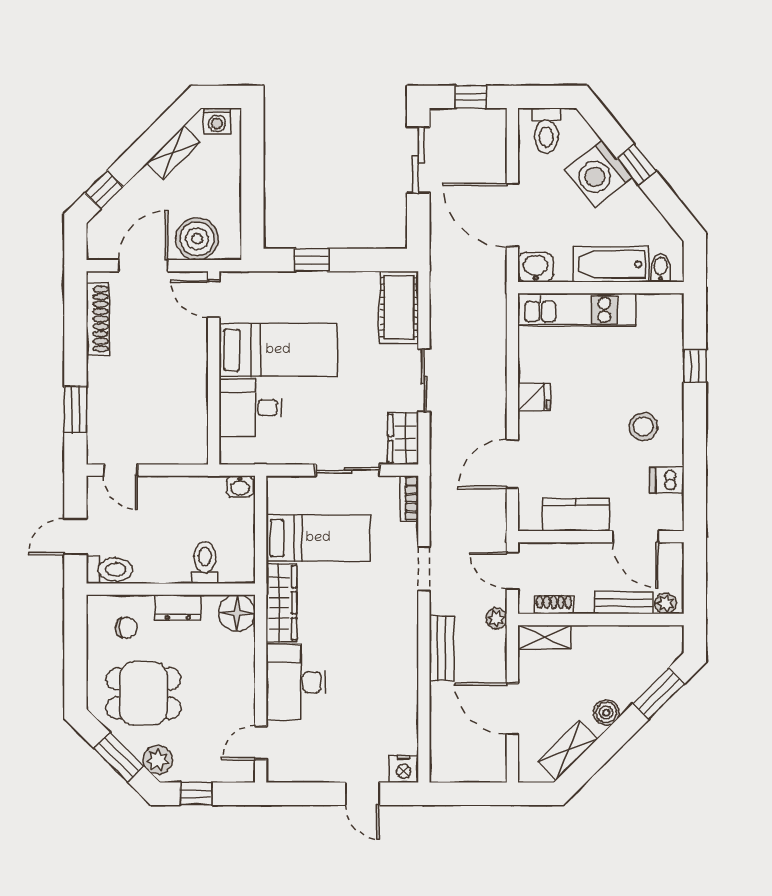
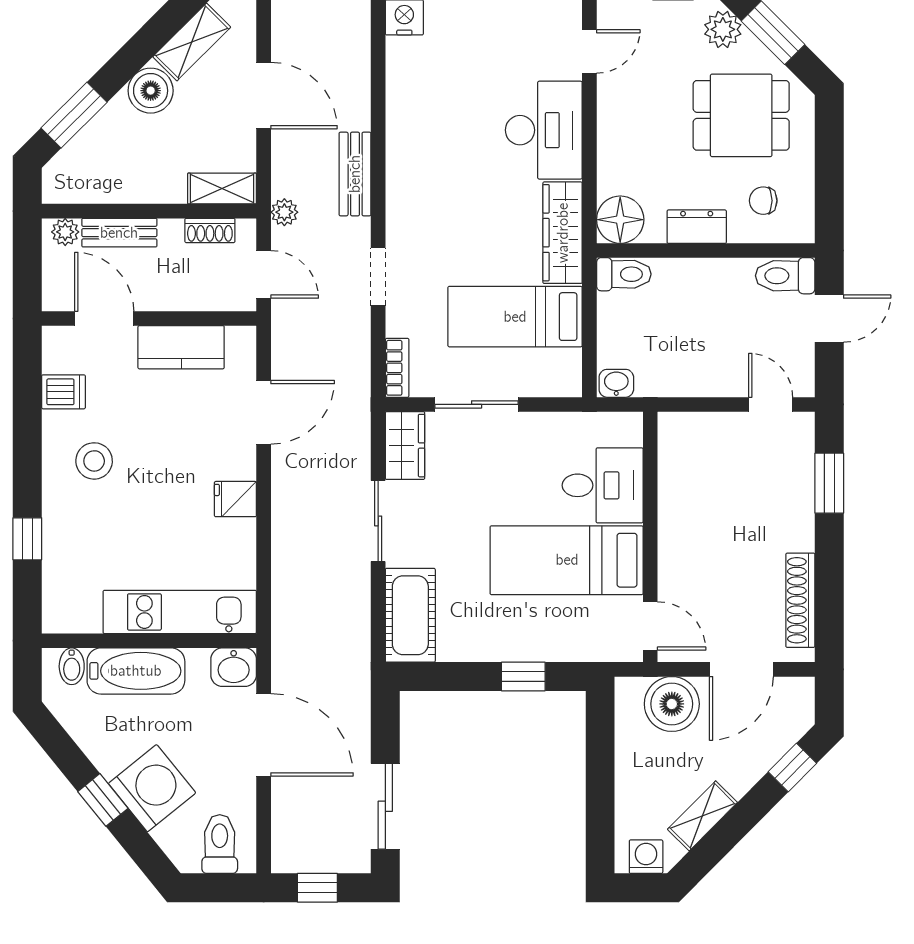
toilet: (205, 563) -> (624, 274), moved, turned -90
boiler: (606, 713) -> (151, 91), width x1.36, depth x1.36

